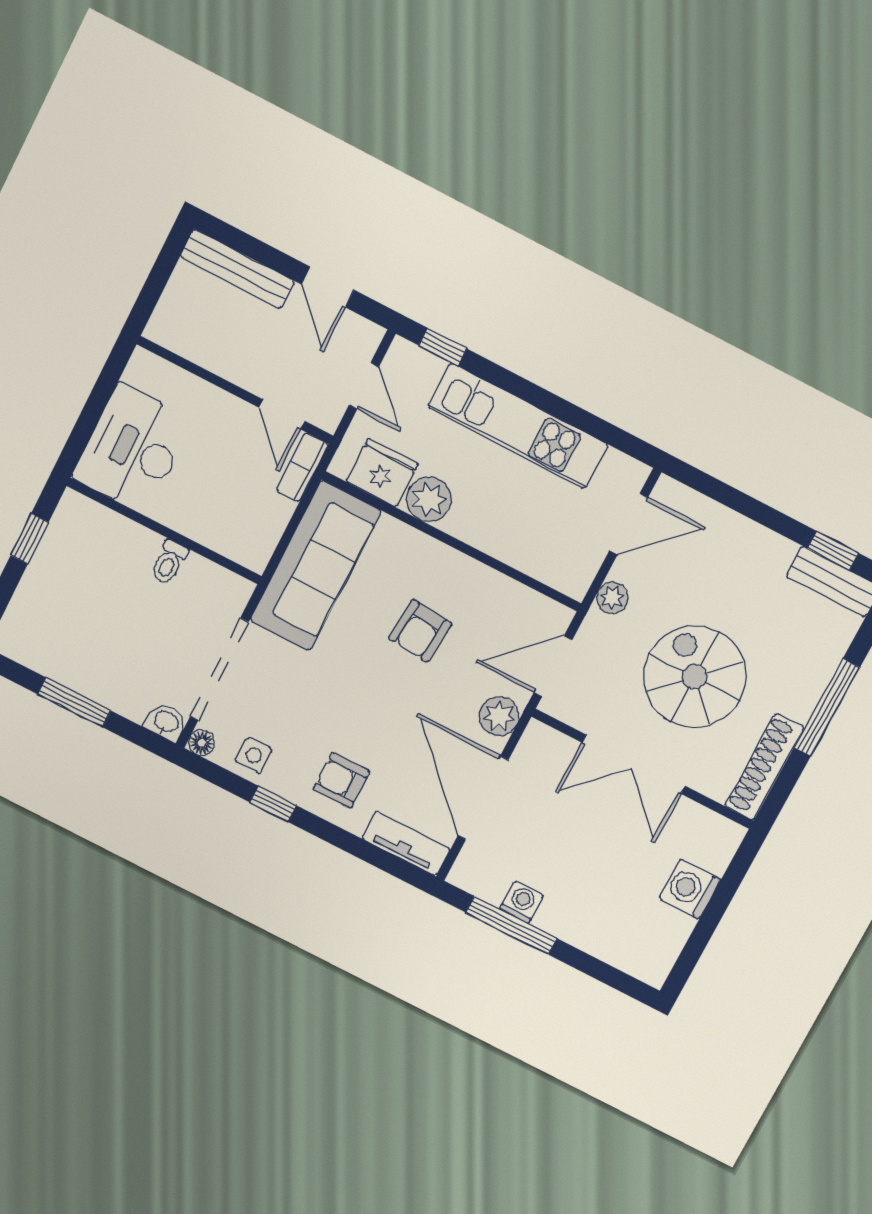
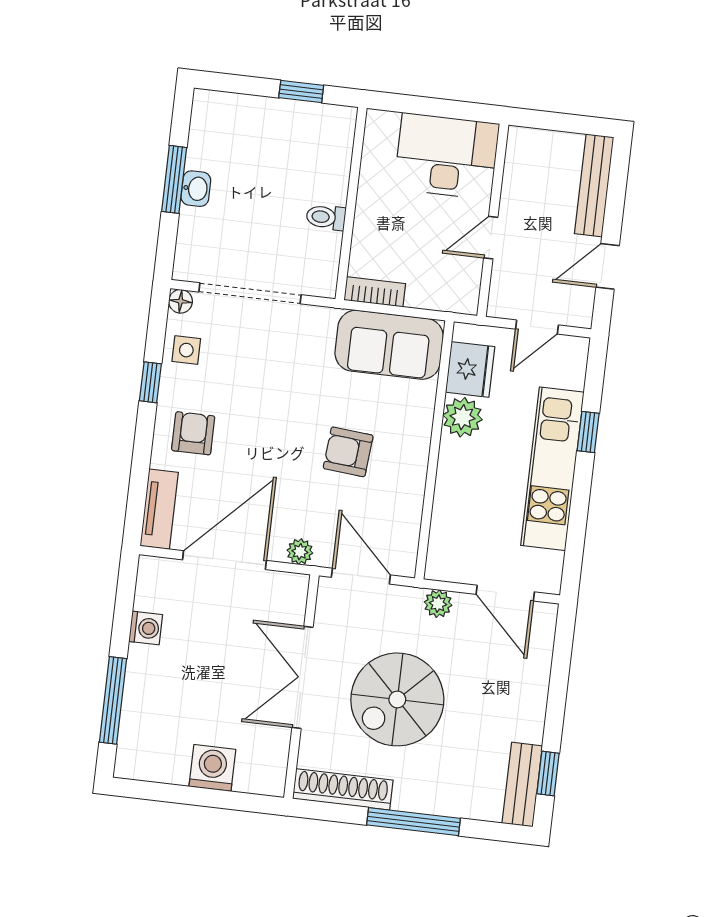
window: (443, 347) -> (588, 432), moved
door: (282, 414) -> (491, 238), moved
desk: (133, 449) -> (447, 156), moved
bookcase: (302, 467) -> (375, 292), moved
sofa: (315, 566) -> (389, 345), width x0.73
spiral stairs: (695, 677) -> (397, 699), turned 180
plant: (499, 716) -> (300, 552), width x0.73, depth x0.73
washbasin: (166, 722) -> (196, 189), moved
window: (511, 925) -> (113, 700), moved

